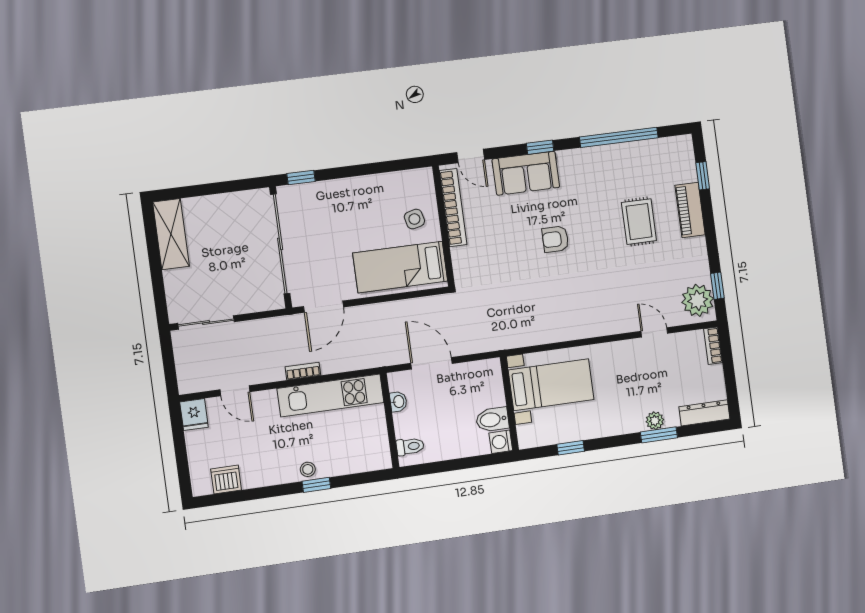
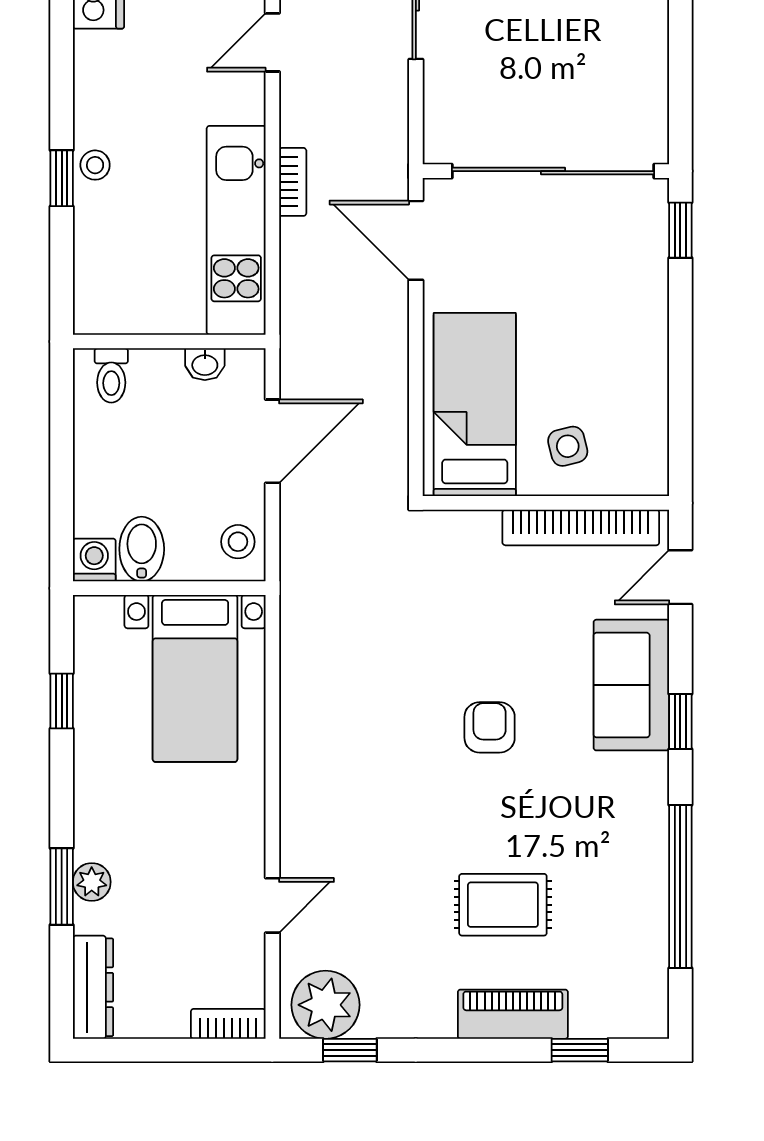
stool: (482, 373) -> (238, 542), added

